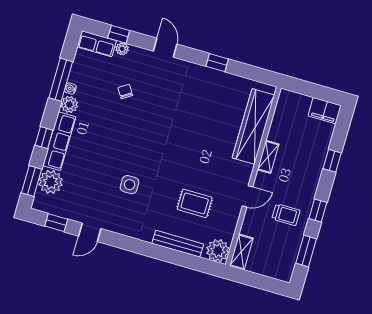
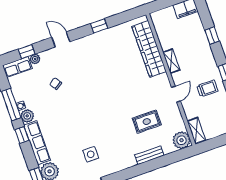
window: (44, 138) -> (22, 135), moved
side table: (130, 185) -> (91, 154), moved
bench: (178, 244) -> (149, 155), width x0.73

